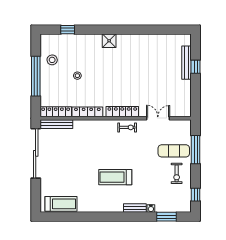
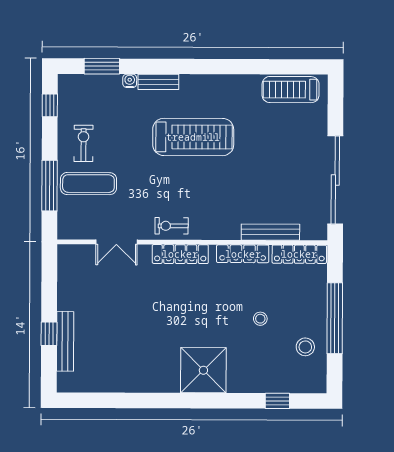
shower: (109, 41) -> (203, 370), width x1.86, depth x1.86
bench: (56, 124) -> (270, 232), moved
treadmill: (115, 177) -> (193, 137), width x1.37, depth x1.38

